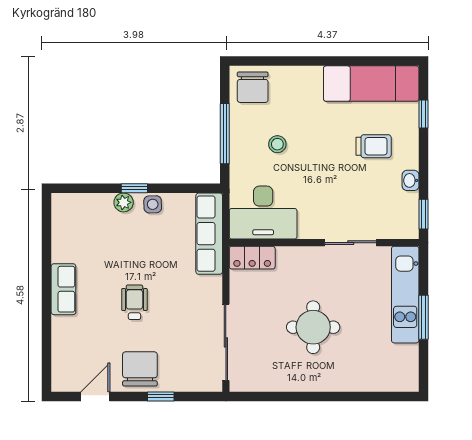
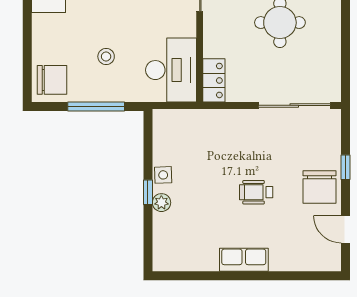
row of seats: (209, 234) -> (191, 121), removed
chair: (140, 369) -> (320, 187), turned -90

